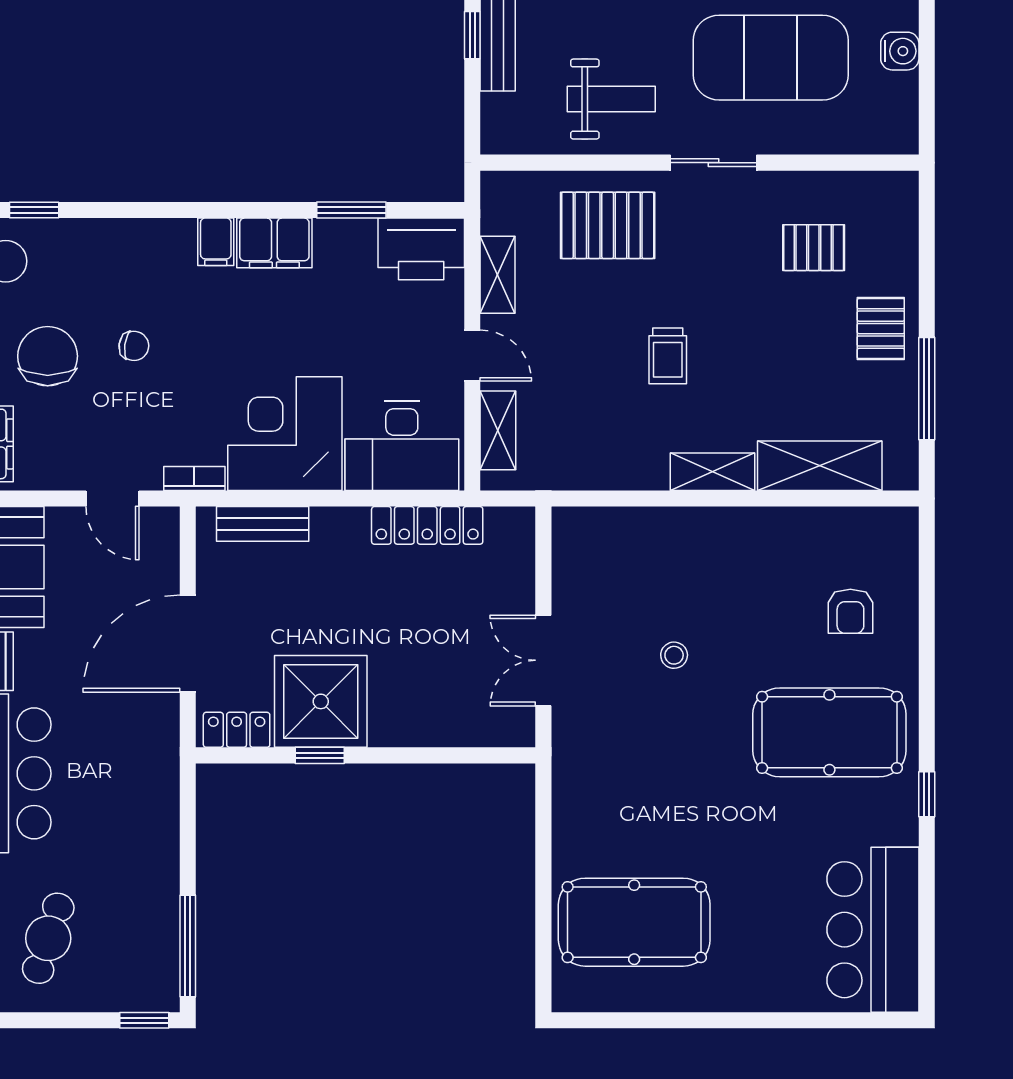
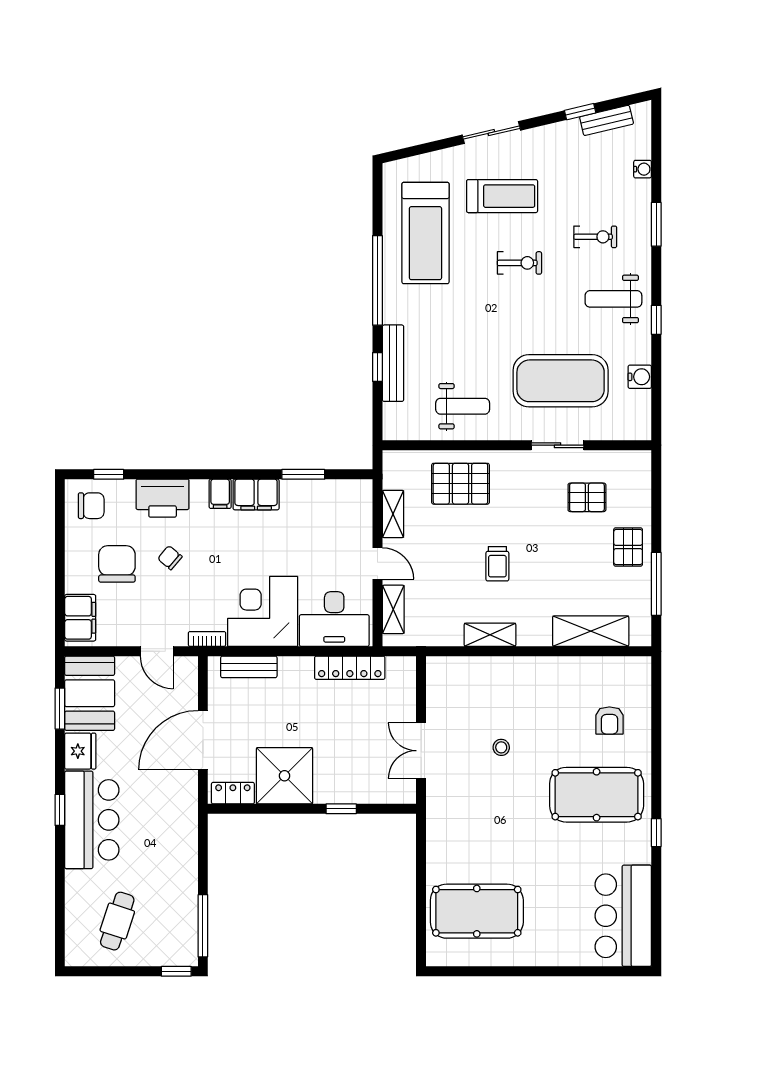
sliding door: (714, 163) -> (557, 445), moved
printer: (421, 249) -> (163, 498), moved
chair: (134, 346) -> (170, 558), turned -148
shelving: (712, 472) -> (490, 635), moved
window: (320, 755) -> (341, 809), moved

